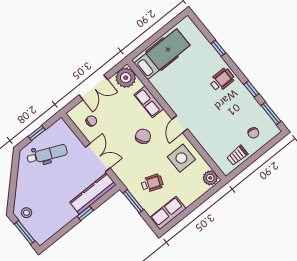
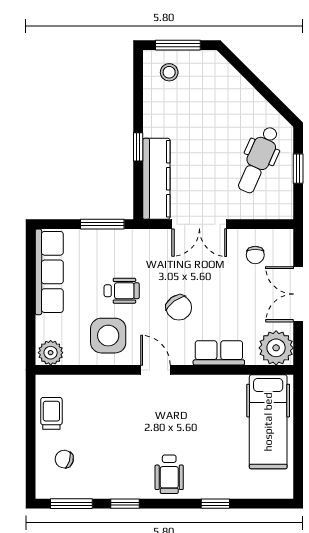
wheelchair: (152, 183) -> (122, 291), moved, turned -111
stool: (26, 213) -> (169, 72), moved
row of seats: (168, 213) -> (49, 272), width x1.48

